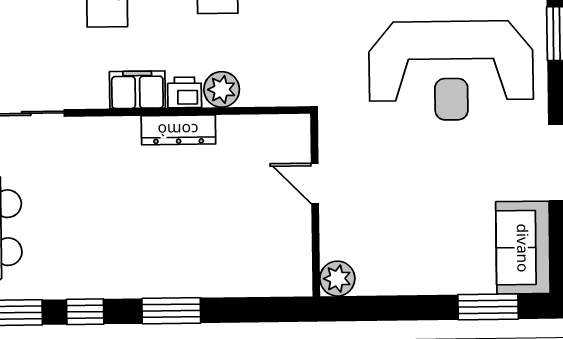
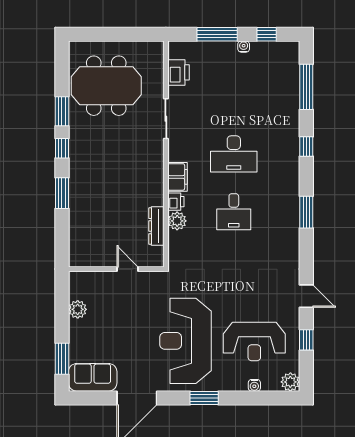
dresser: (178, 130) -> (156, 226), moved
door: (315, 183) -> (127, 269), hinge flipped
plant: (337, 279) -> (78, 309), moved

